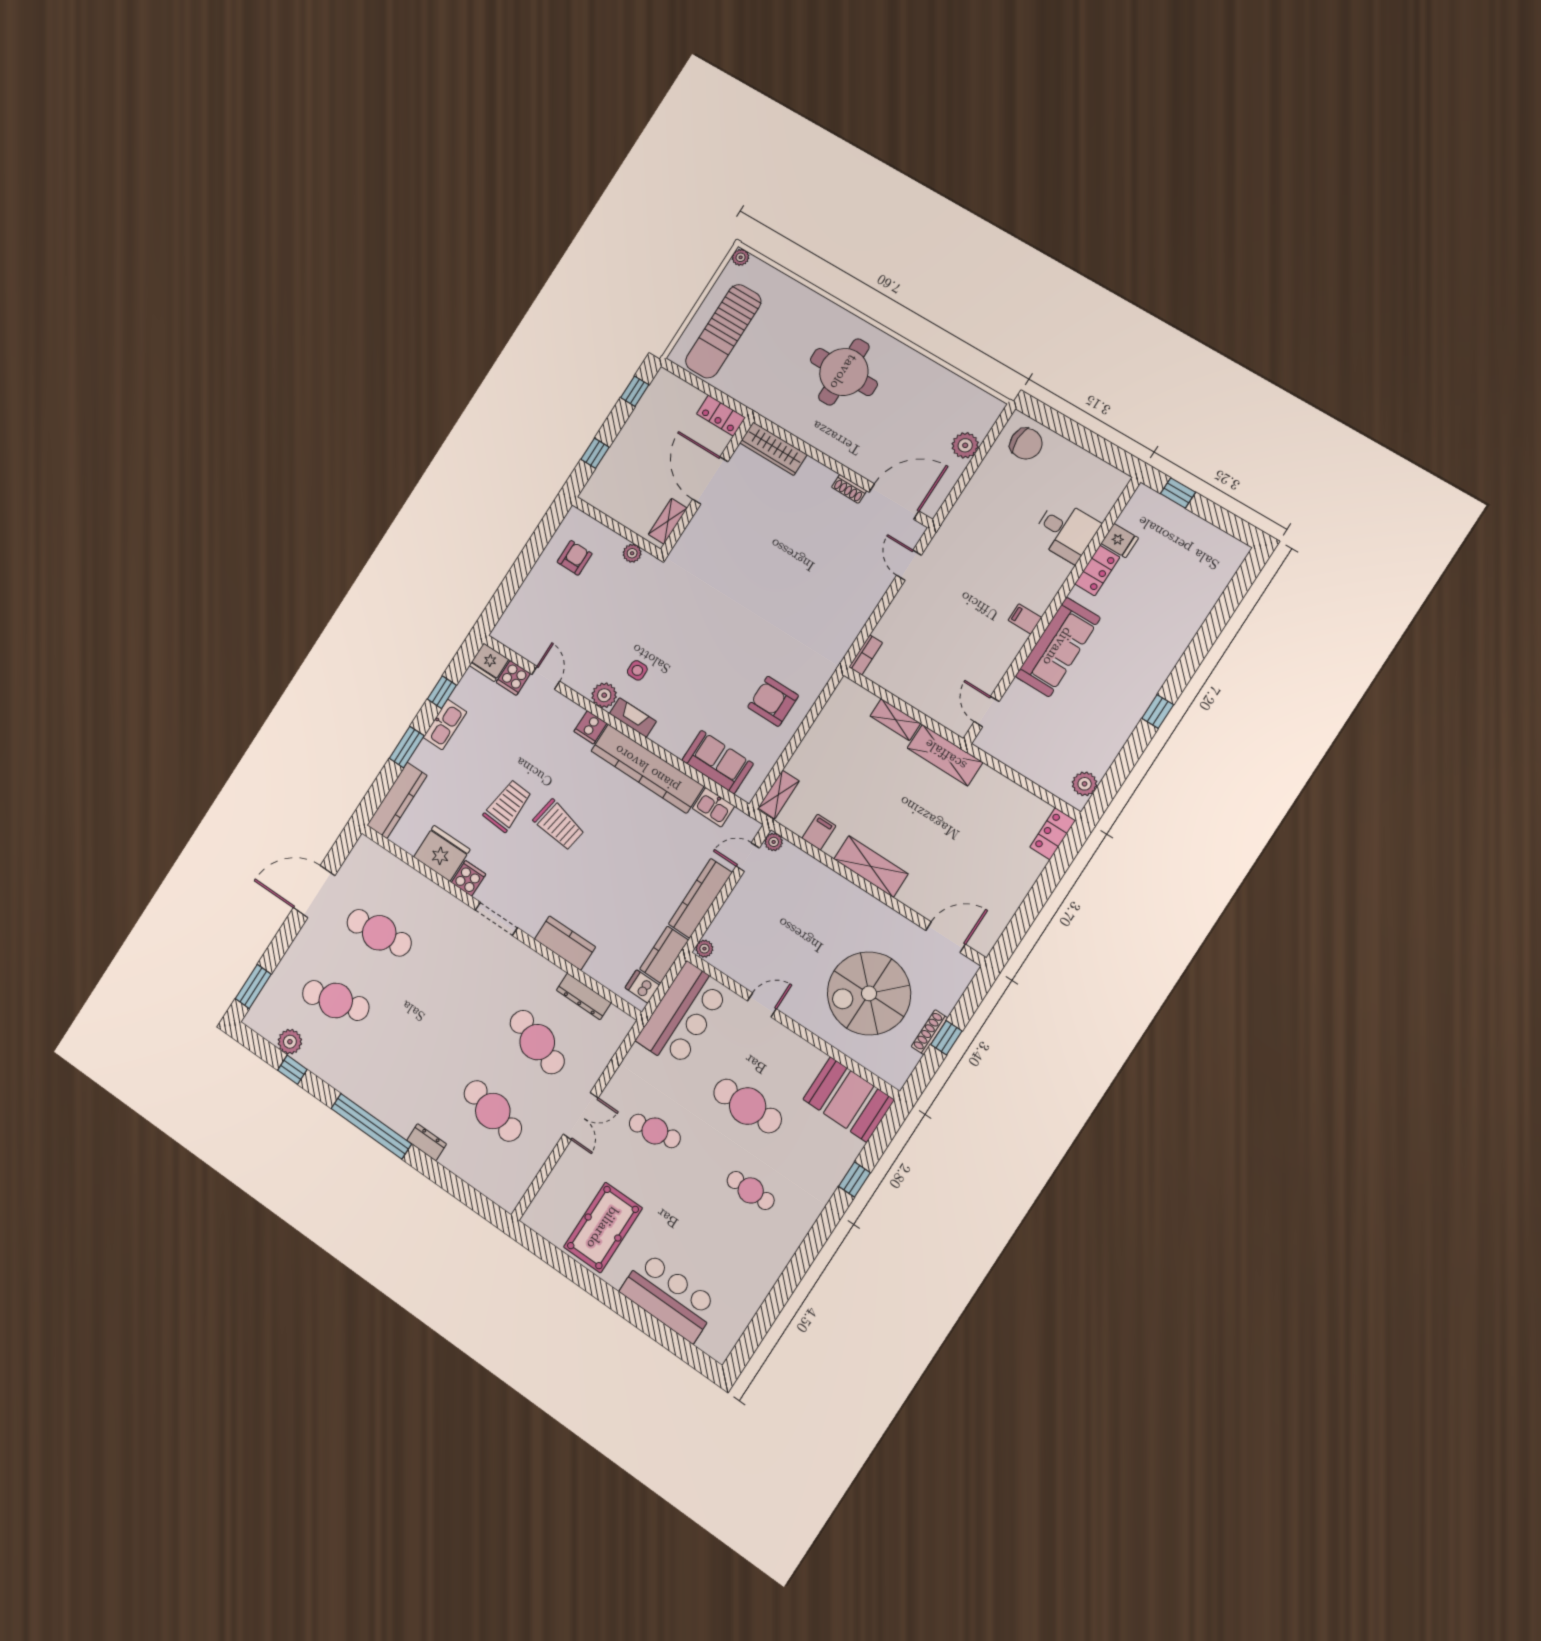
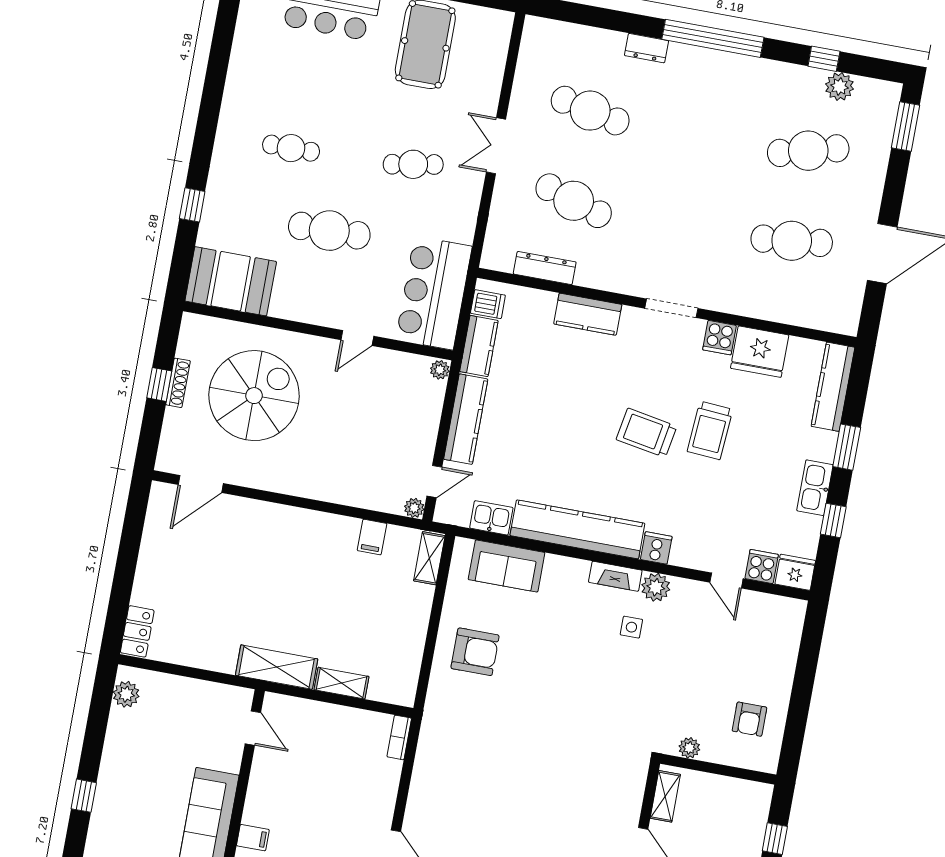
shelving: (871, 866) -> (305, 524), removed

